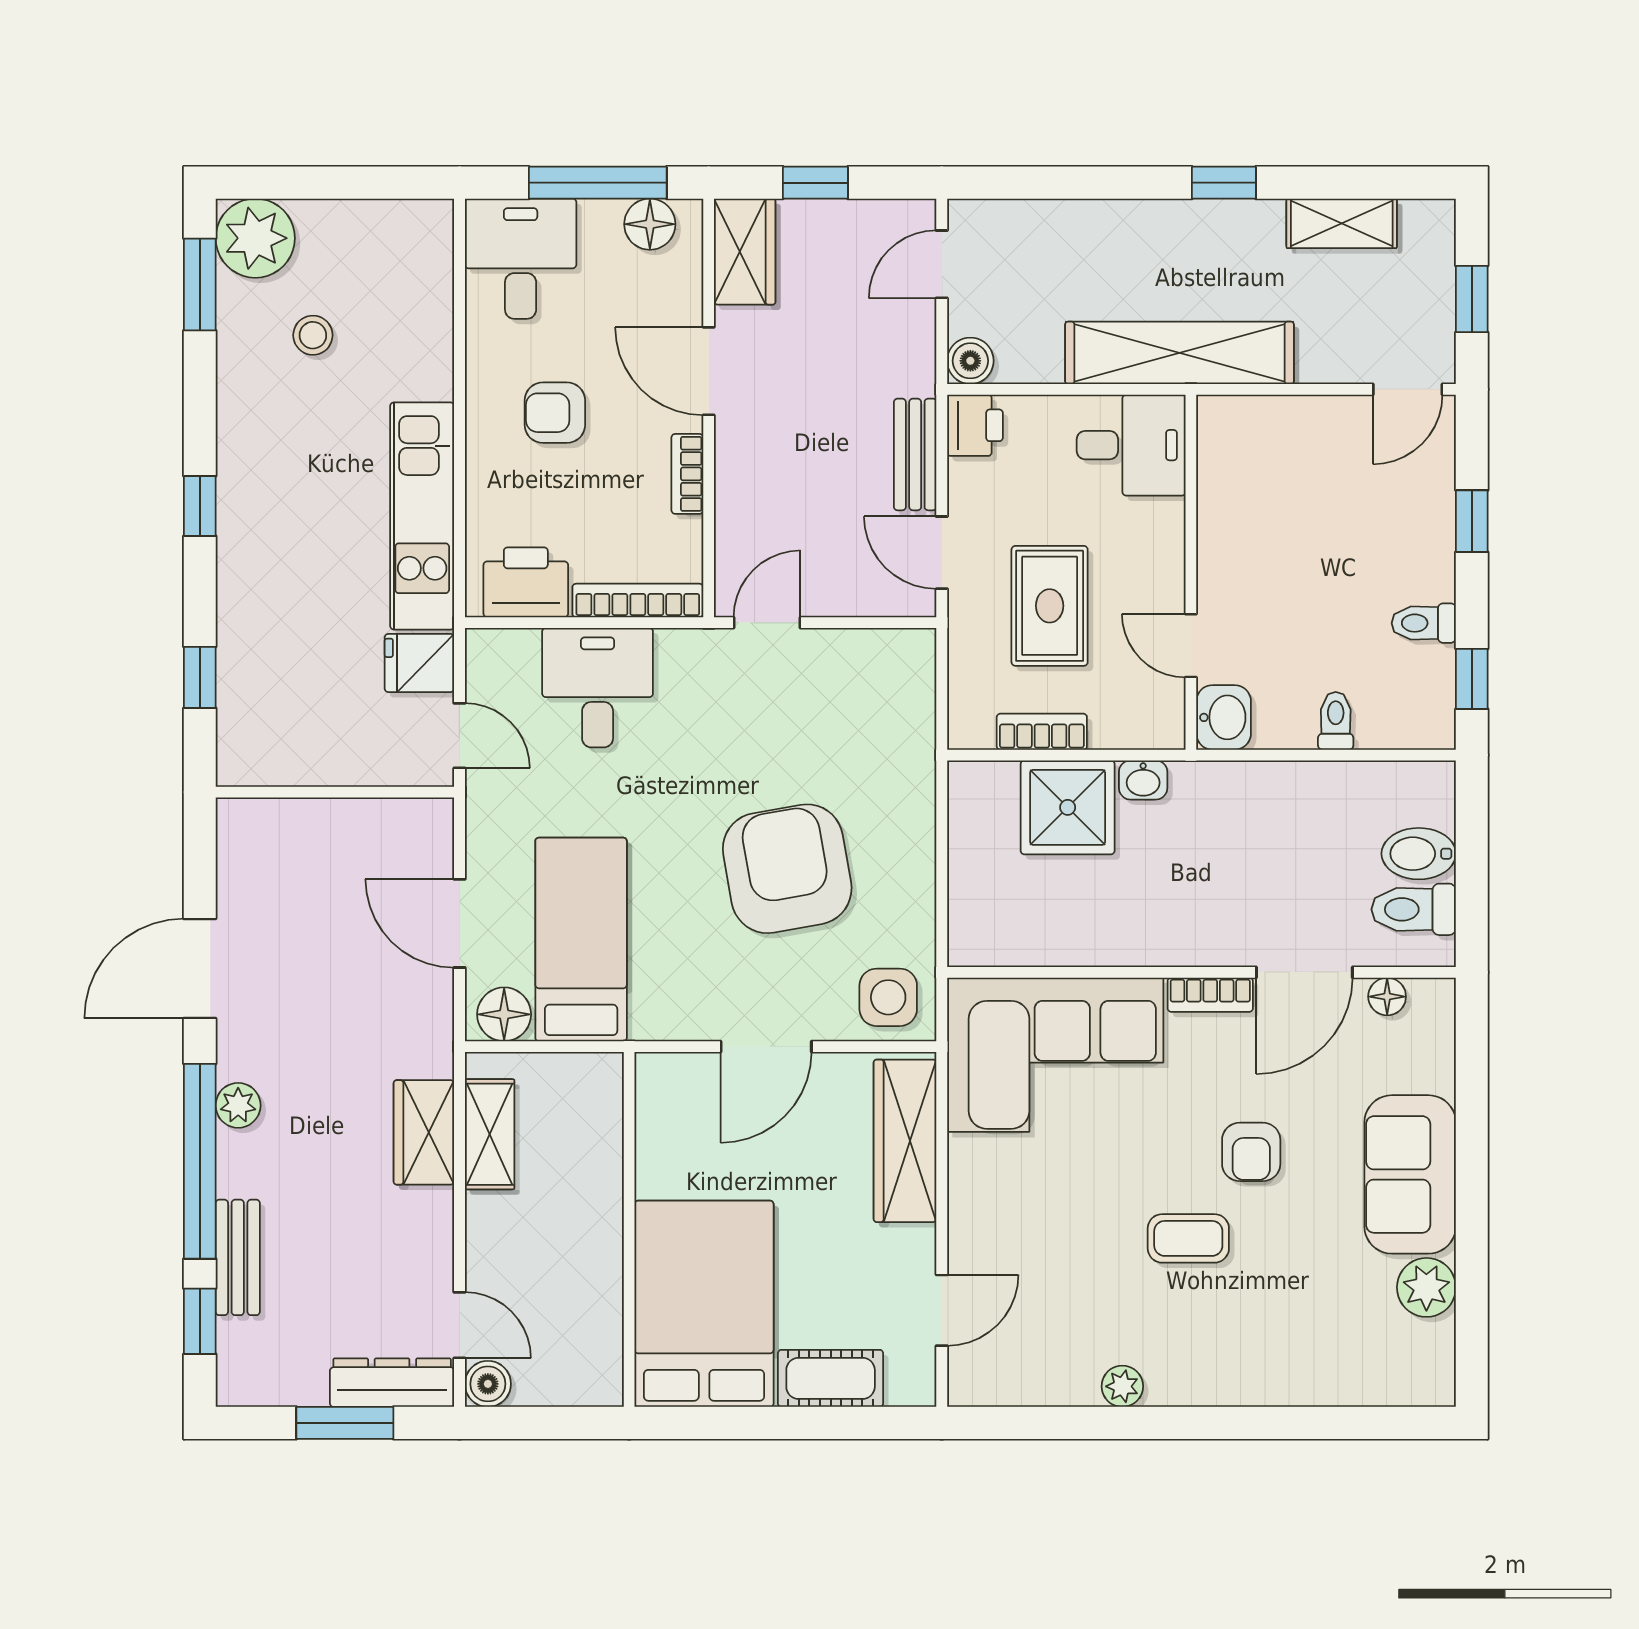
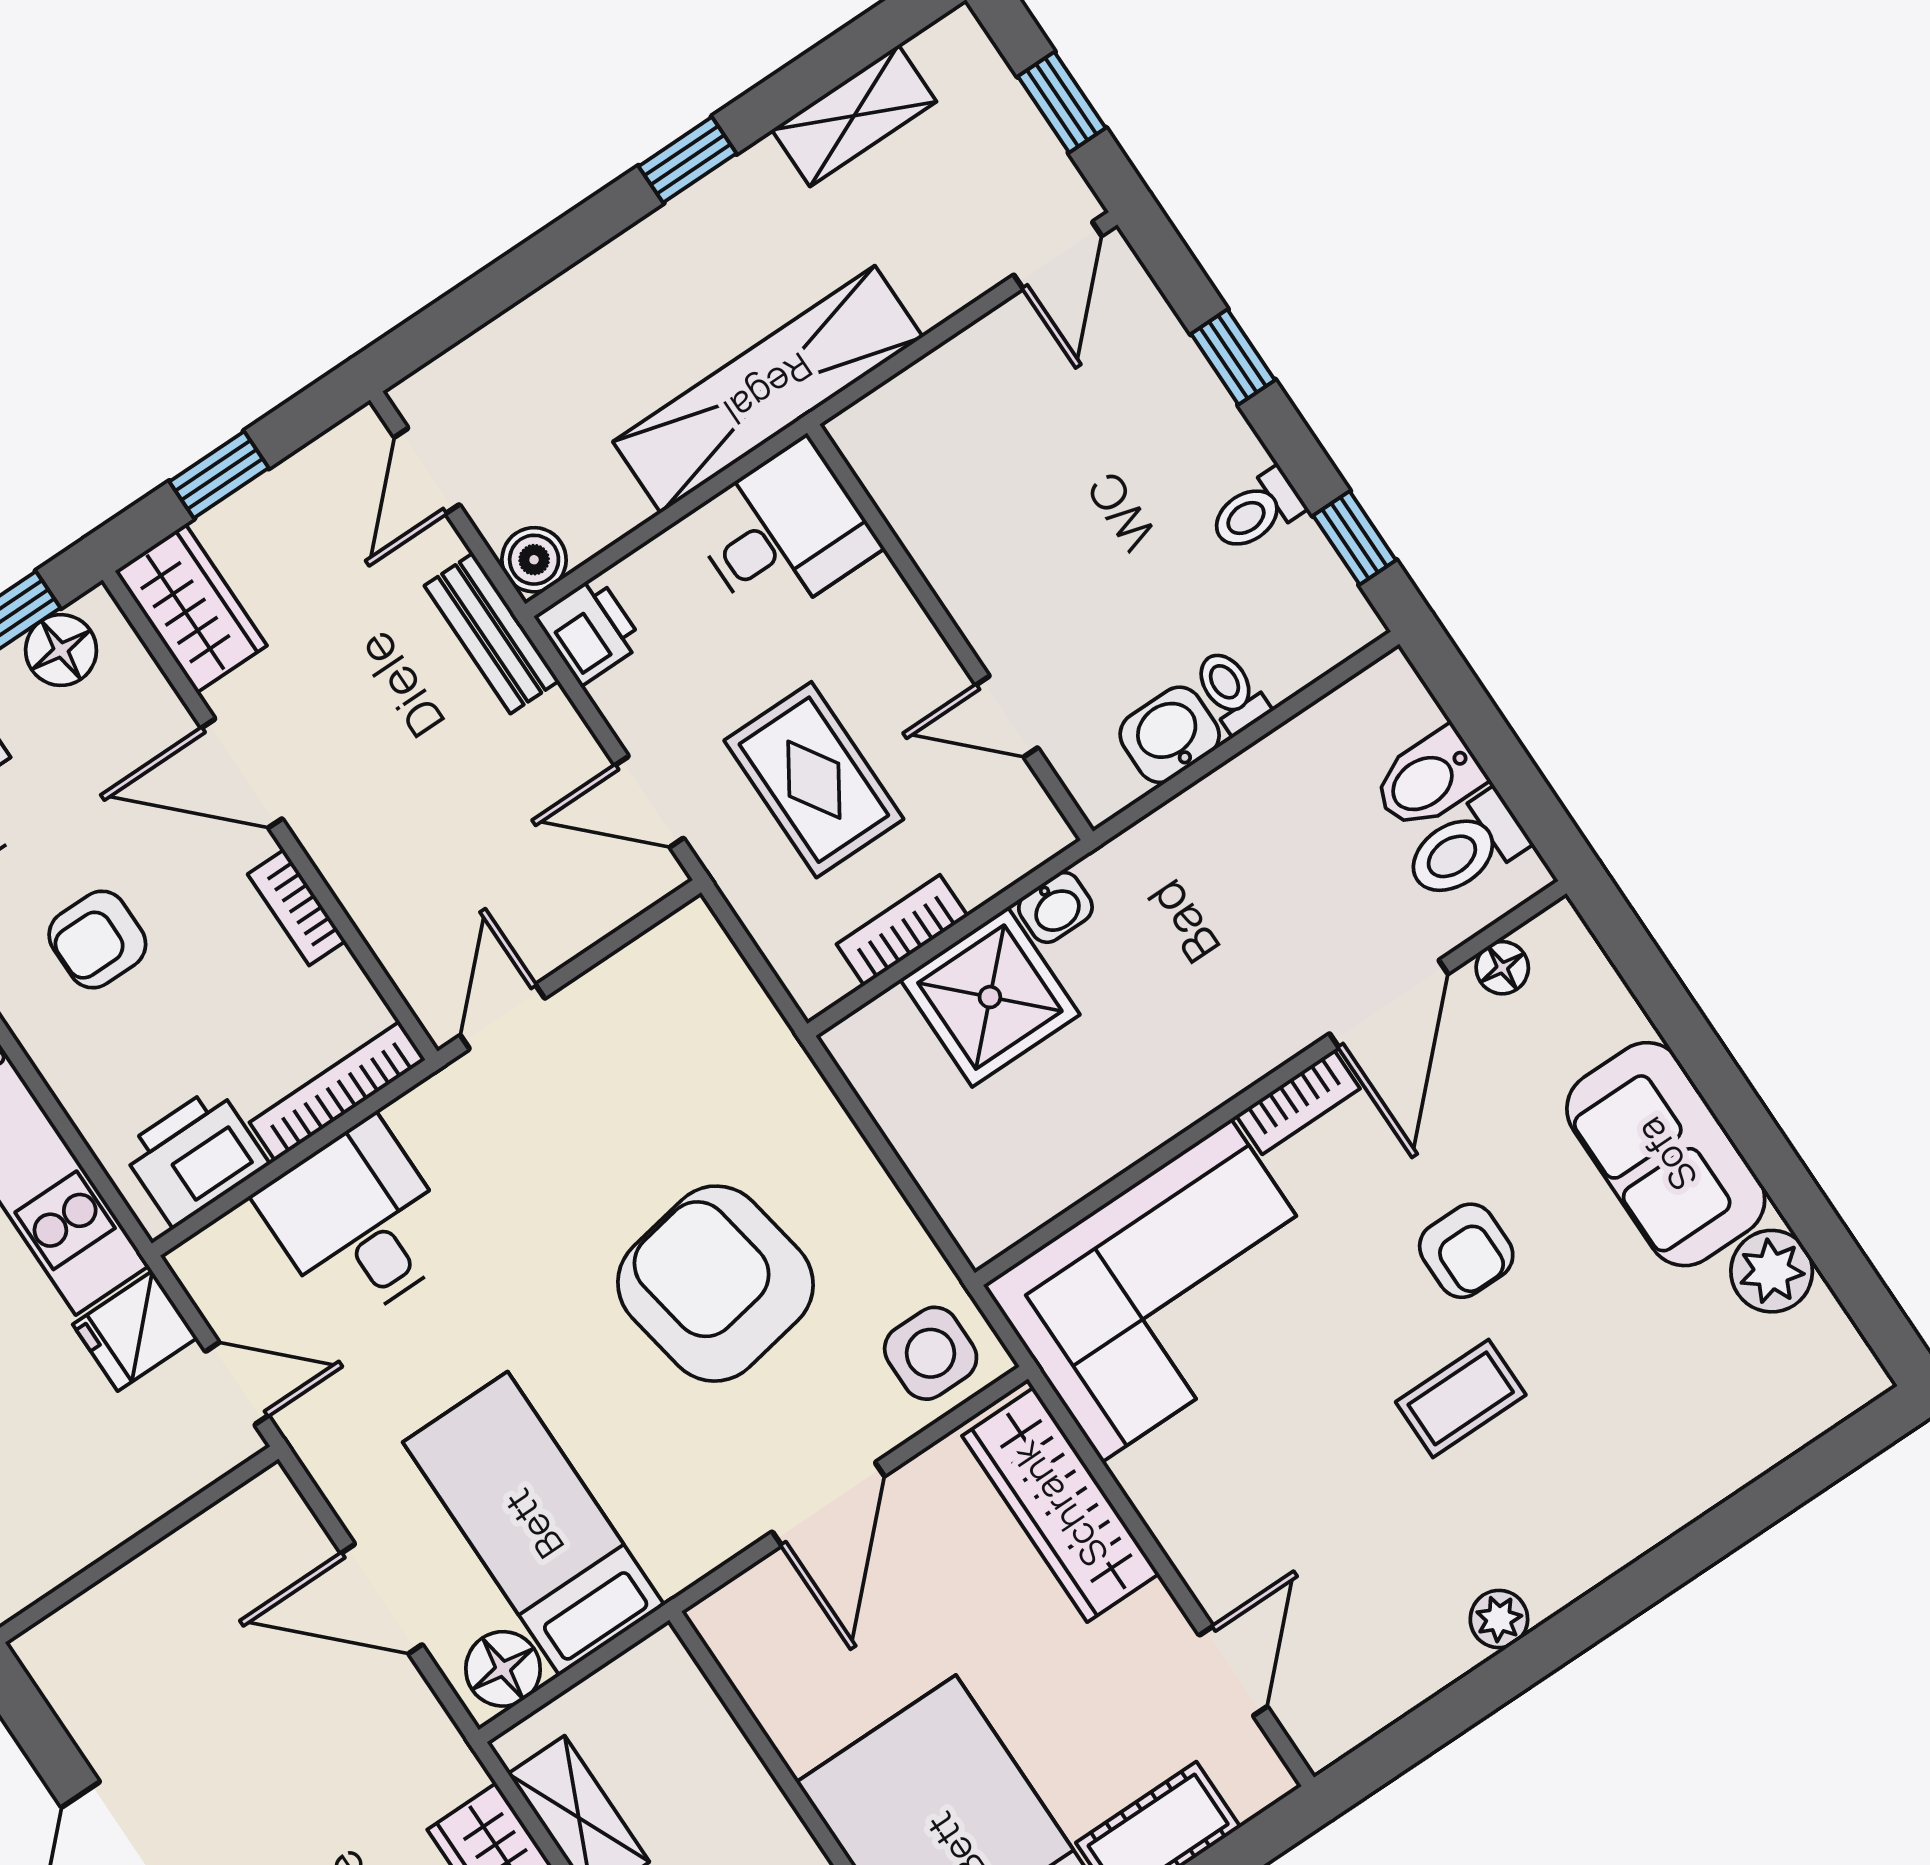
bench: (915, 454) -> (492, 633), moved
washbasin: (1224, 717) -> (1170, 735), moved, turned -90

